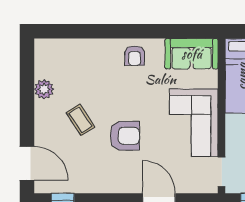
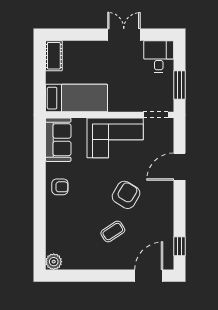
plant: (44, 89) -> (54, 262), moved
armchair: (125, 136) -> (126, 195), turned 31

